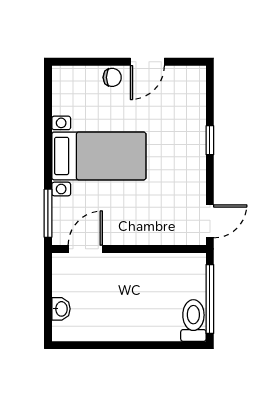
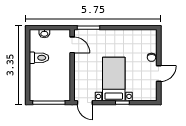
door: (147, 62) -> (159, 74), swing flipped
bed with nightstands: (99, 156) -> (114, 79), moved, turned 180
toilet: (193, 320) -> (39, 58), moved

